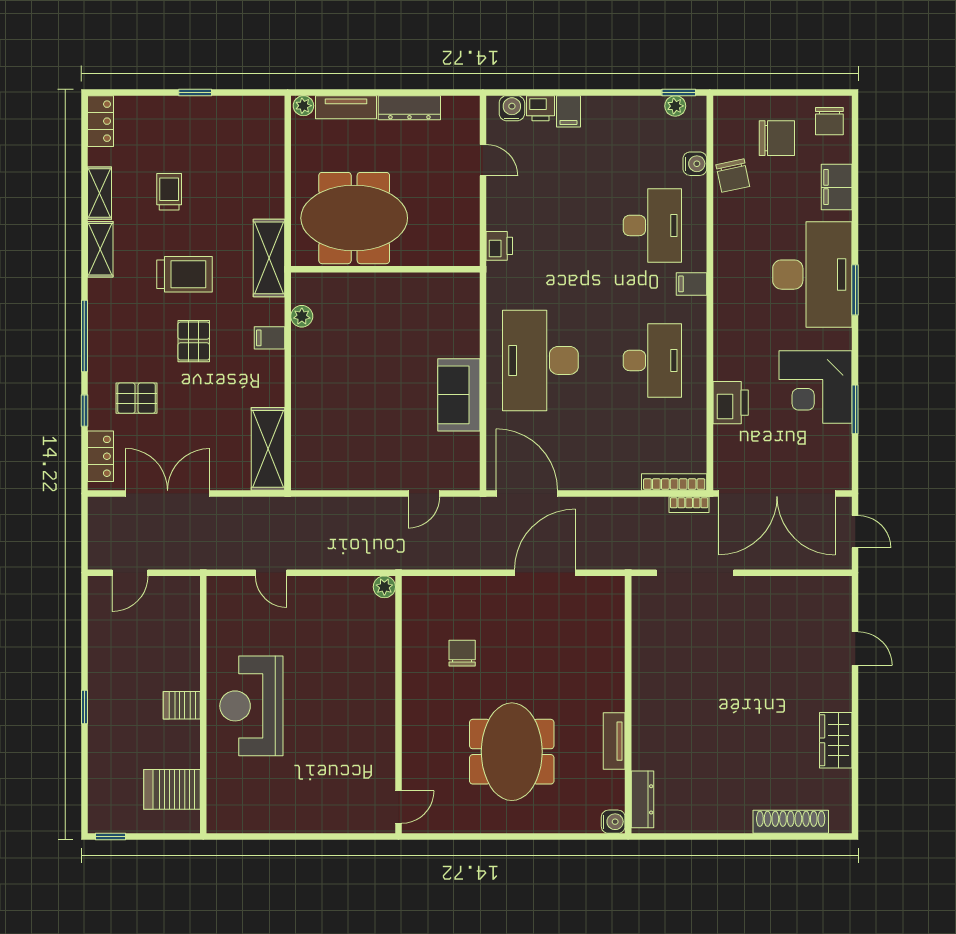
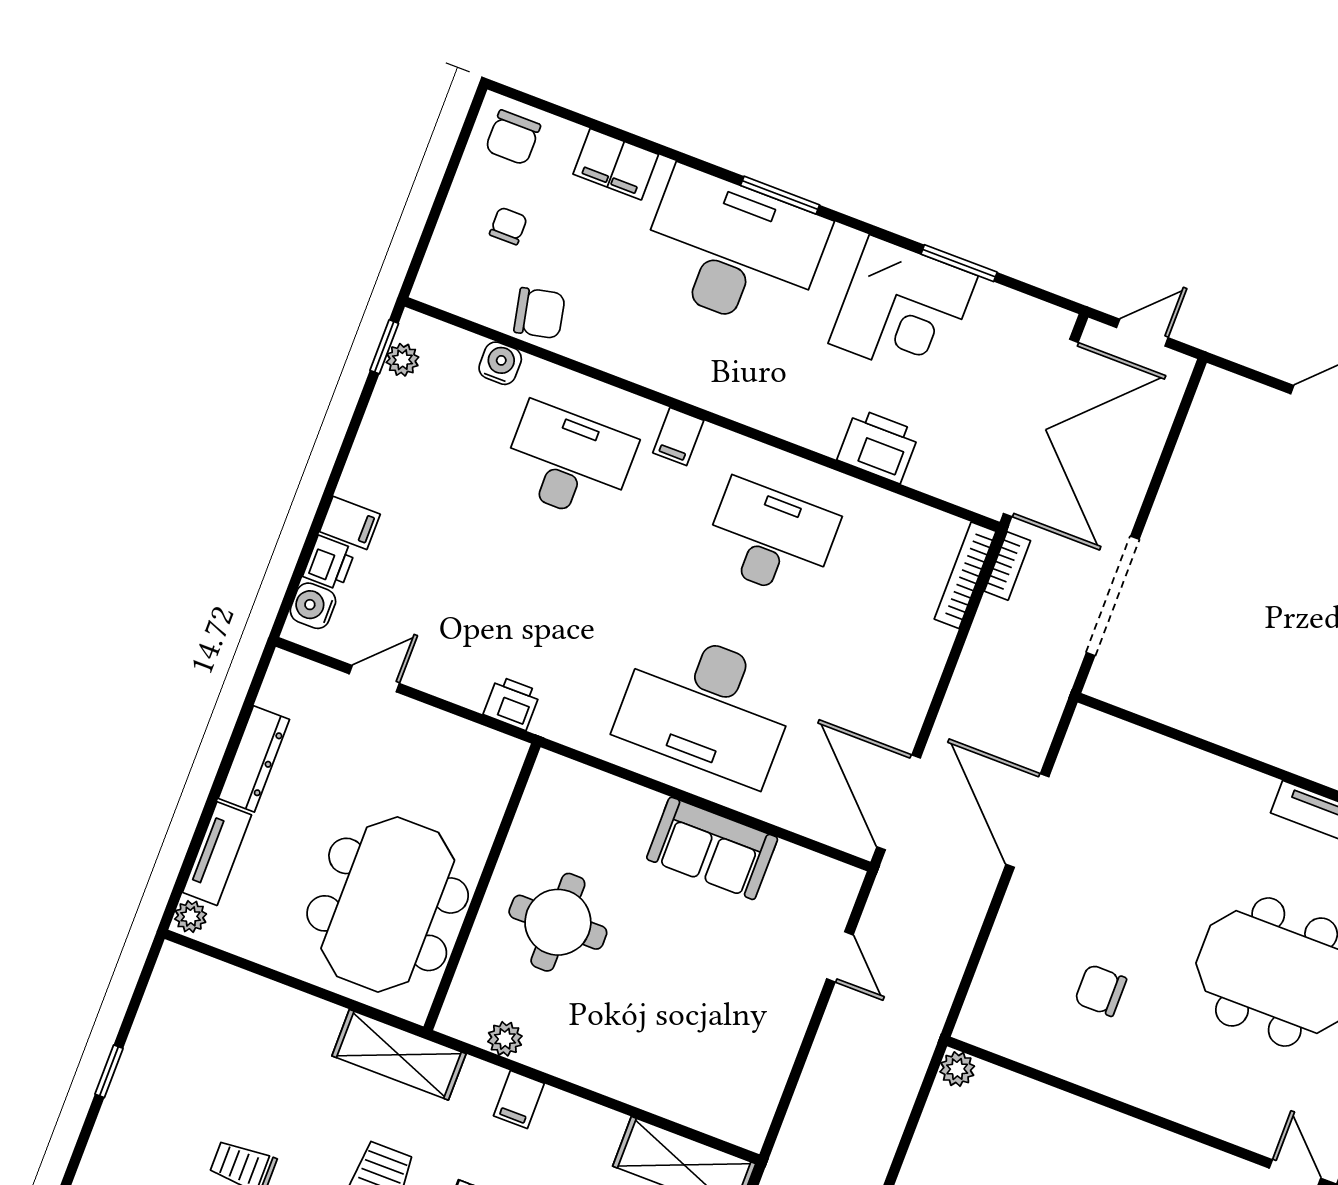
chair: (829, 121) -> (513, 138), turned 90
chair: (777, 138) -> (508, 226), width x0.54, depth x0.54
round table: (382, 321) -> (558, 922), added
door: (527, 494) -> (899, 802), hinge flipped

